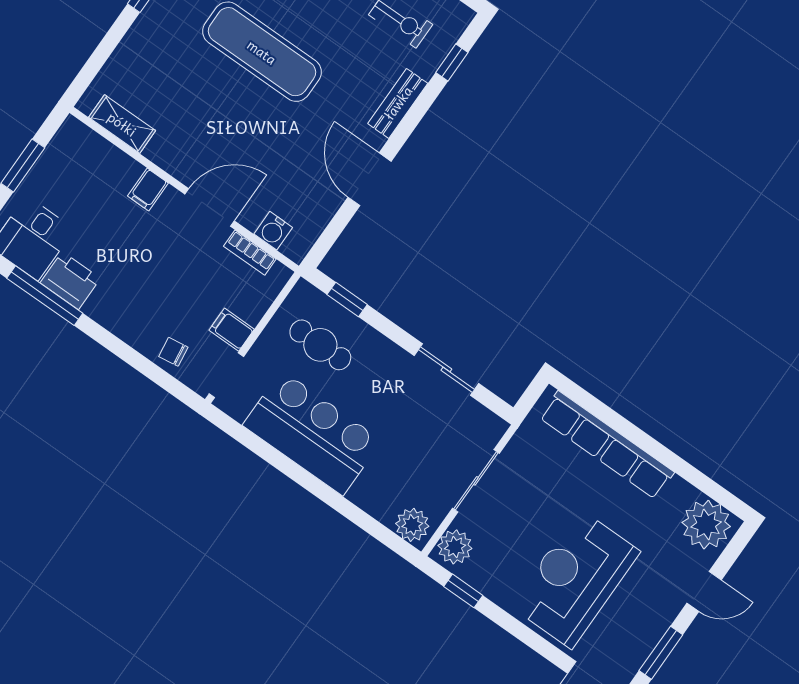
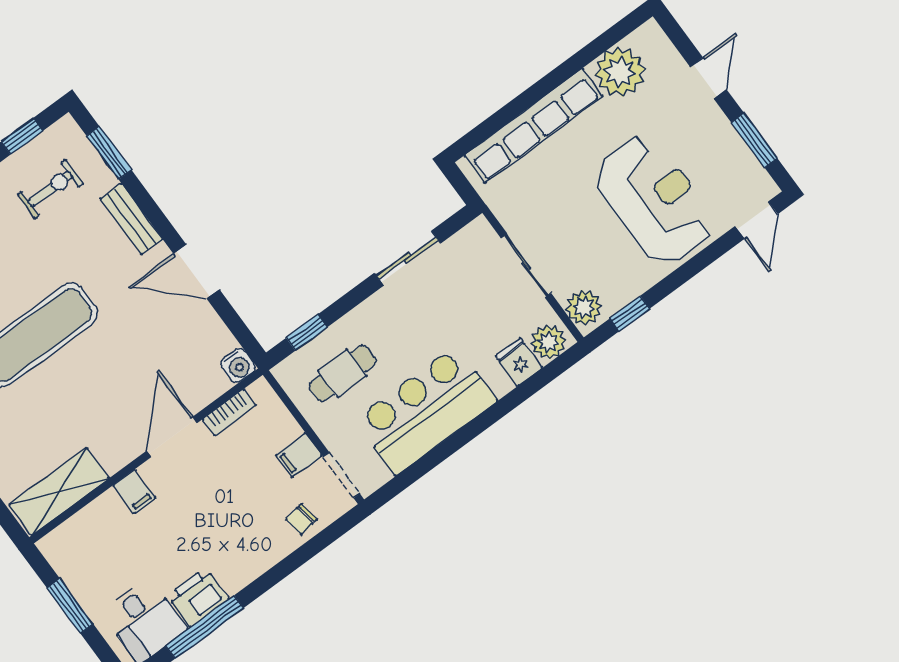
window: (452, 62) -> (109, 153), width x1.50
shelving: (122, 124) -> (59, 492), width x1.50, depth x1.33
water cooler: (273, 231) -> (238, 366), moved
fridge: (385, 504) -> (519, 362), added
plant: (706, 525) -> (620, 72), moved
reception desk: (575, 579) -> (654, 200), turned 180

